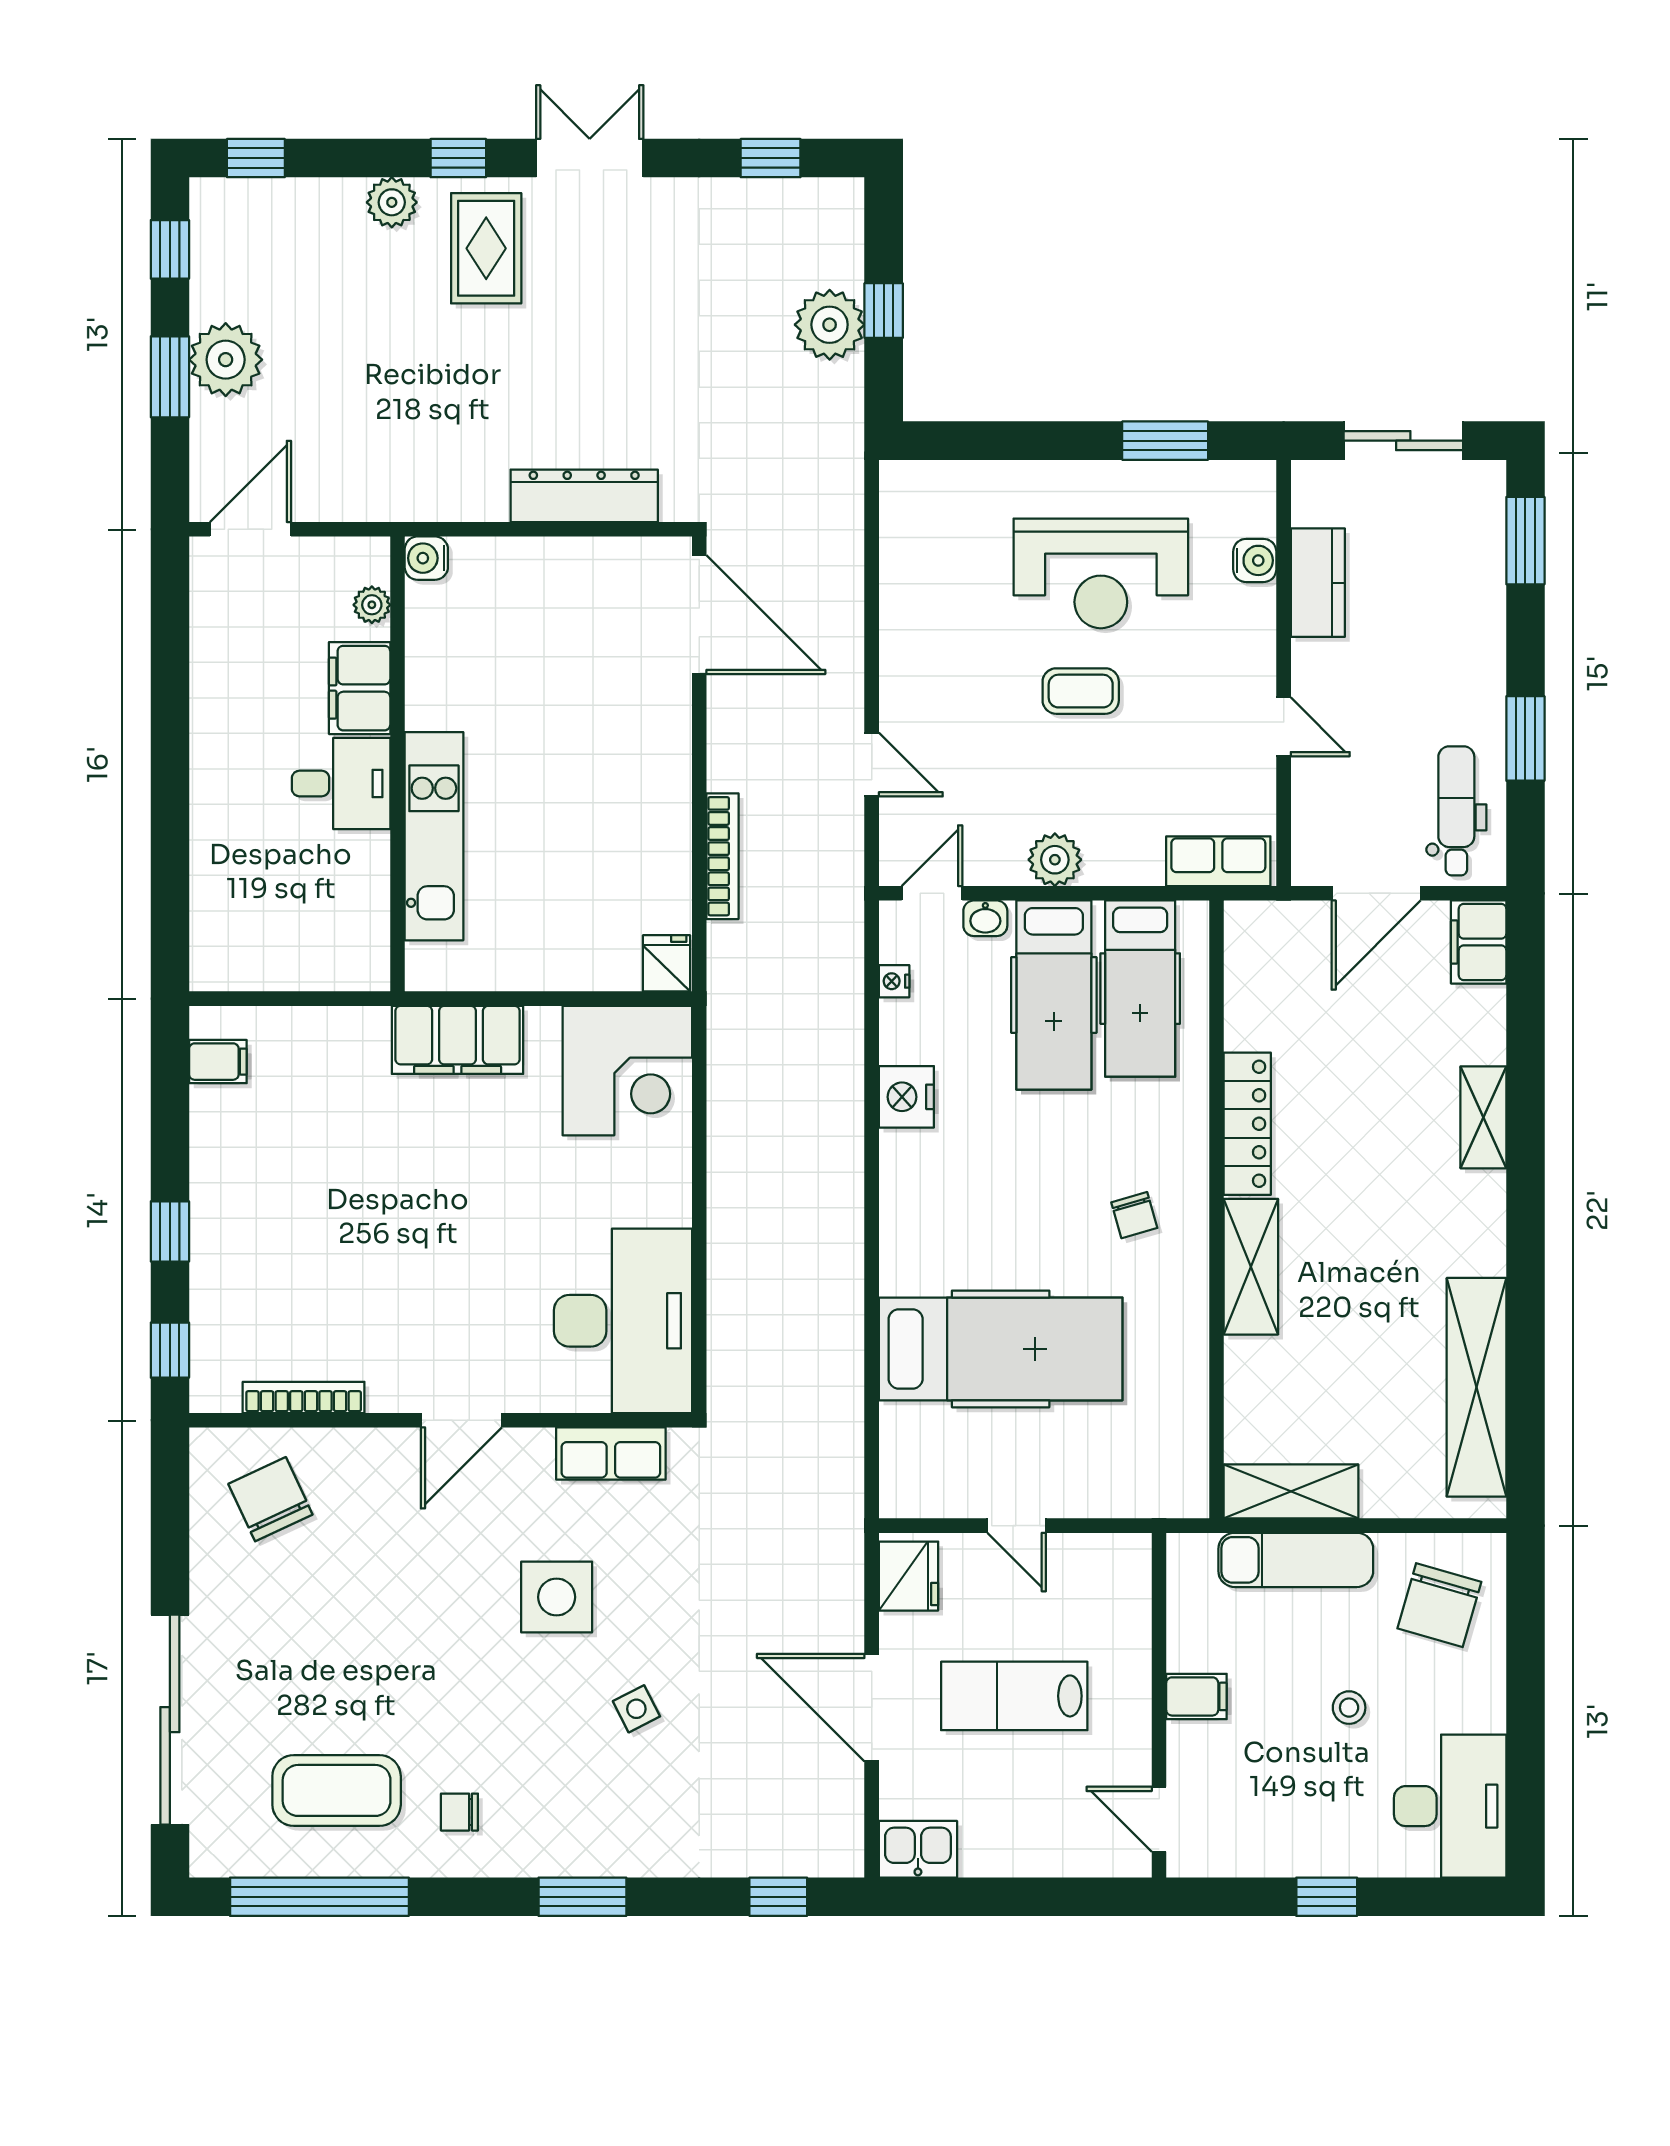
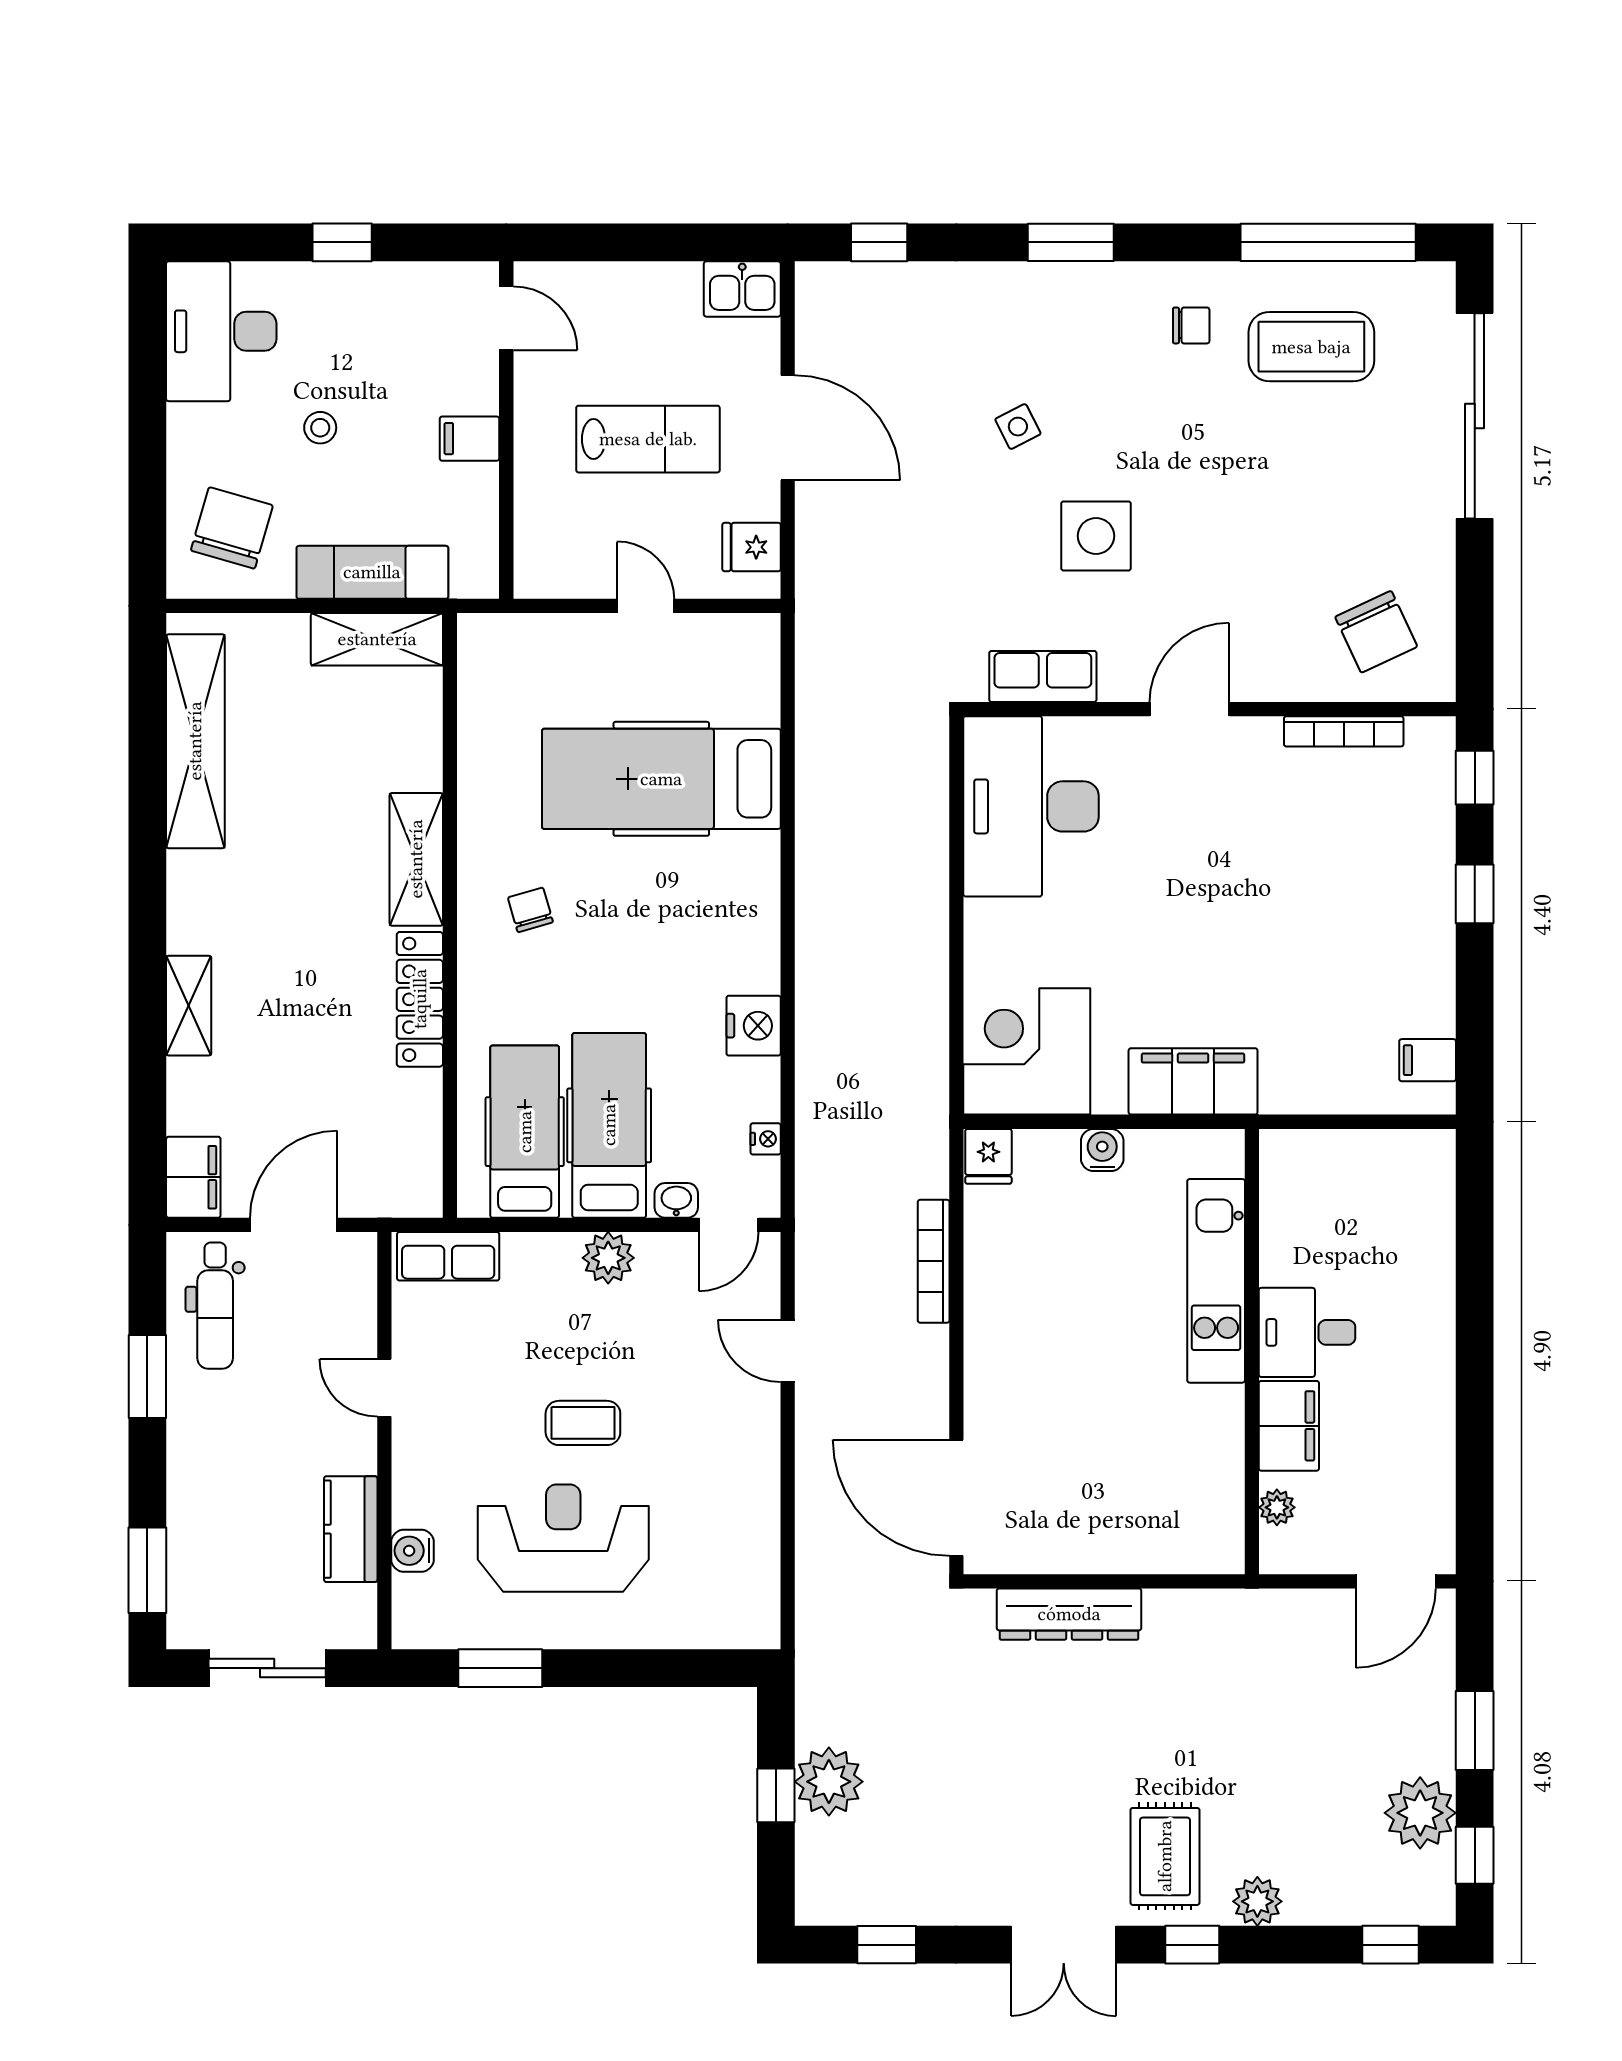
plant: (226, 360) -> (1420, 1813), moved
water cooler: (426, 558) -> (1102, 1150), moved, turned -90
fridge: (909, 1576) -> (751, 547), width x0.72

